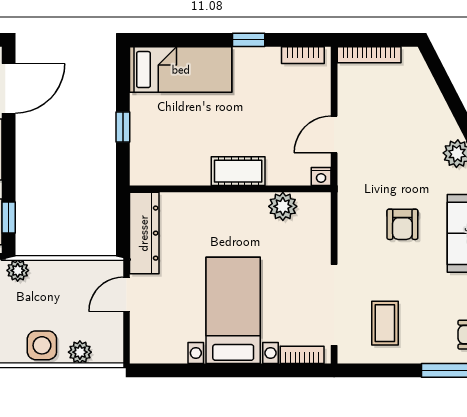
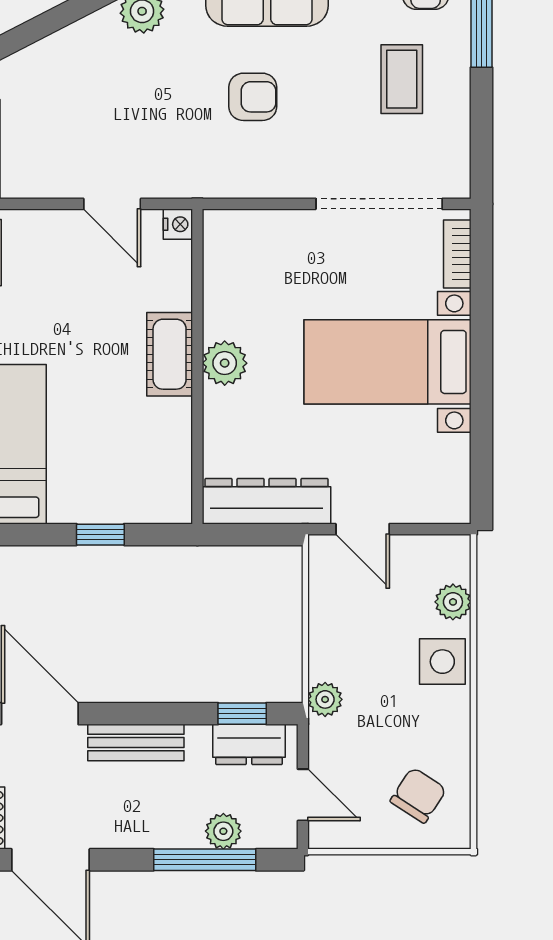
plant: (283, 206) -> (225, 363), moved
coffee table: (385, 323) -> (402, 79), moved, turned 90

